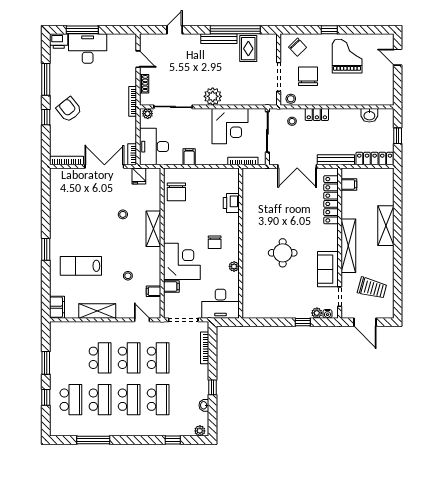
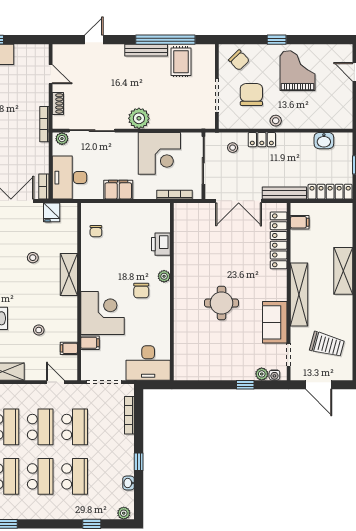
stool: (291, 99) -> (276, 121), moved
filing cabinet: (189, 157) -> (118, 190), width x2.00
chair: (176, 192) -> (96, 231), width x0.54, depth x0.54
plant: (234, 266) -> (164, 276), moved

